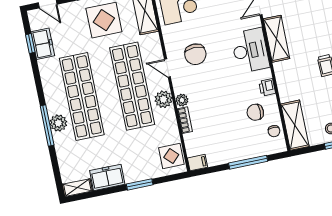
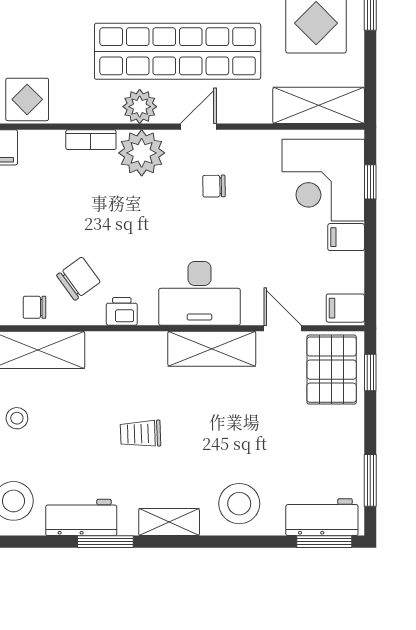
chair: (195, 54) -> (214, 186), width x0.54, depth x0.54
plant: (182, 100) -> (142, 153), width x1.88, depth x1.88
chair: (255, 112) -> (78, 279), turned 54

